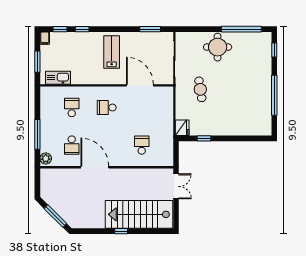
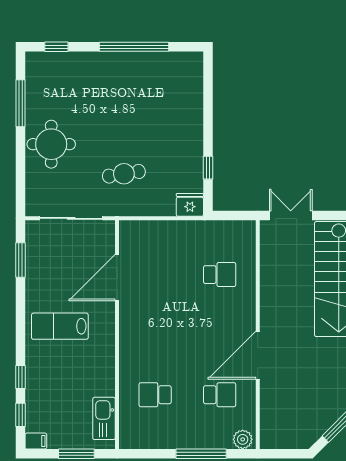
window: (241, 29) -> (20, 103), width x0.68
school desk: (107, 108) -> (155, 335), removed
school desk: (142, 145) -> (220, 275), turned 180

